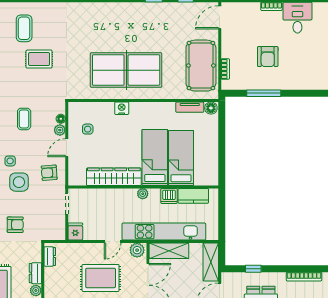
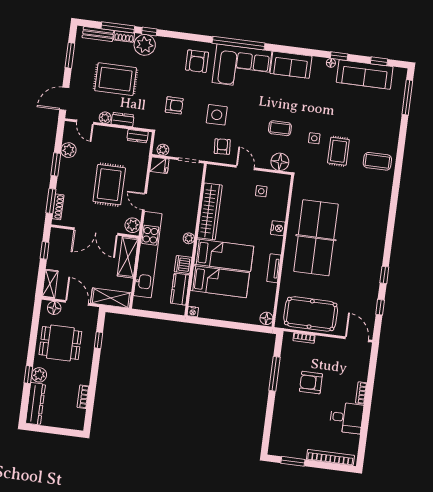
coffee table: (24, 28) -> (377, 161), moved
tv unit: (190, 107) -> (274, 268), moved
floor lamp: (61, 119) -> (280, 162), width x1.89, depth x1.89
plant: (60, 130) -> (163, 150), moved
side table: (10, 161) -> (314, 138), moved
nightstand: (214, 181) -> (193, 312), added
armchair: (15, 225) -> (174, 105), turned -90
bookcase: (304, 277) -> (83, 397), width x0.64

